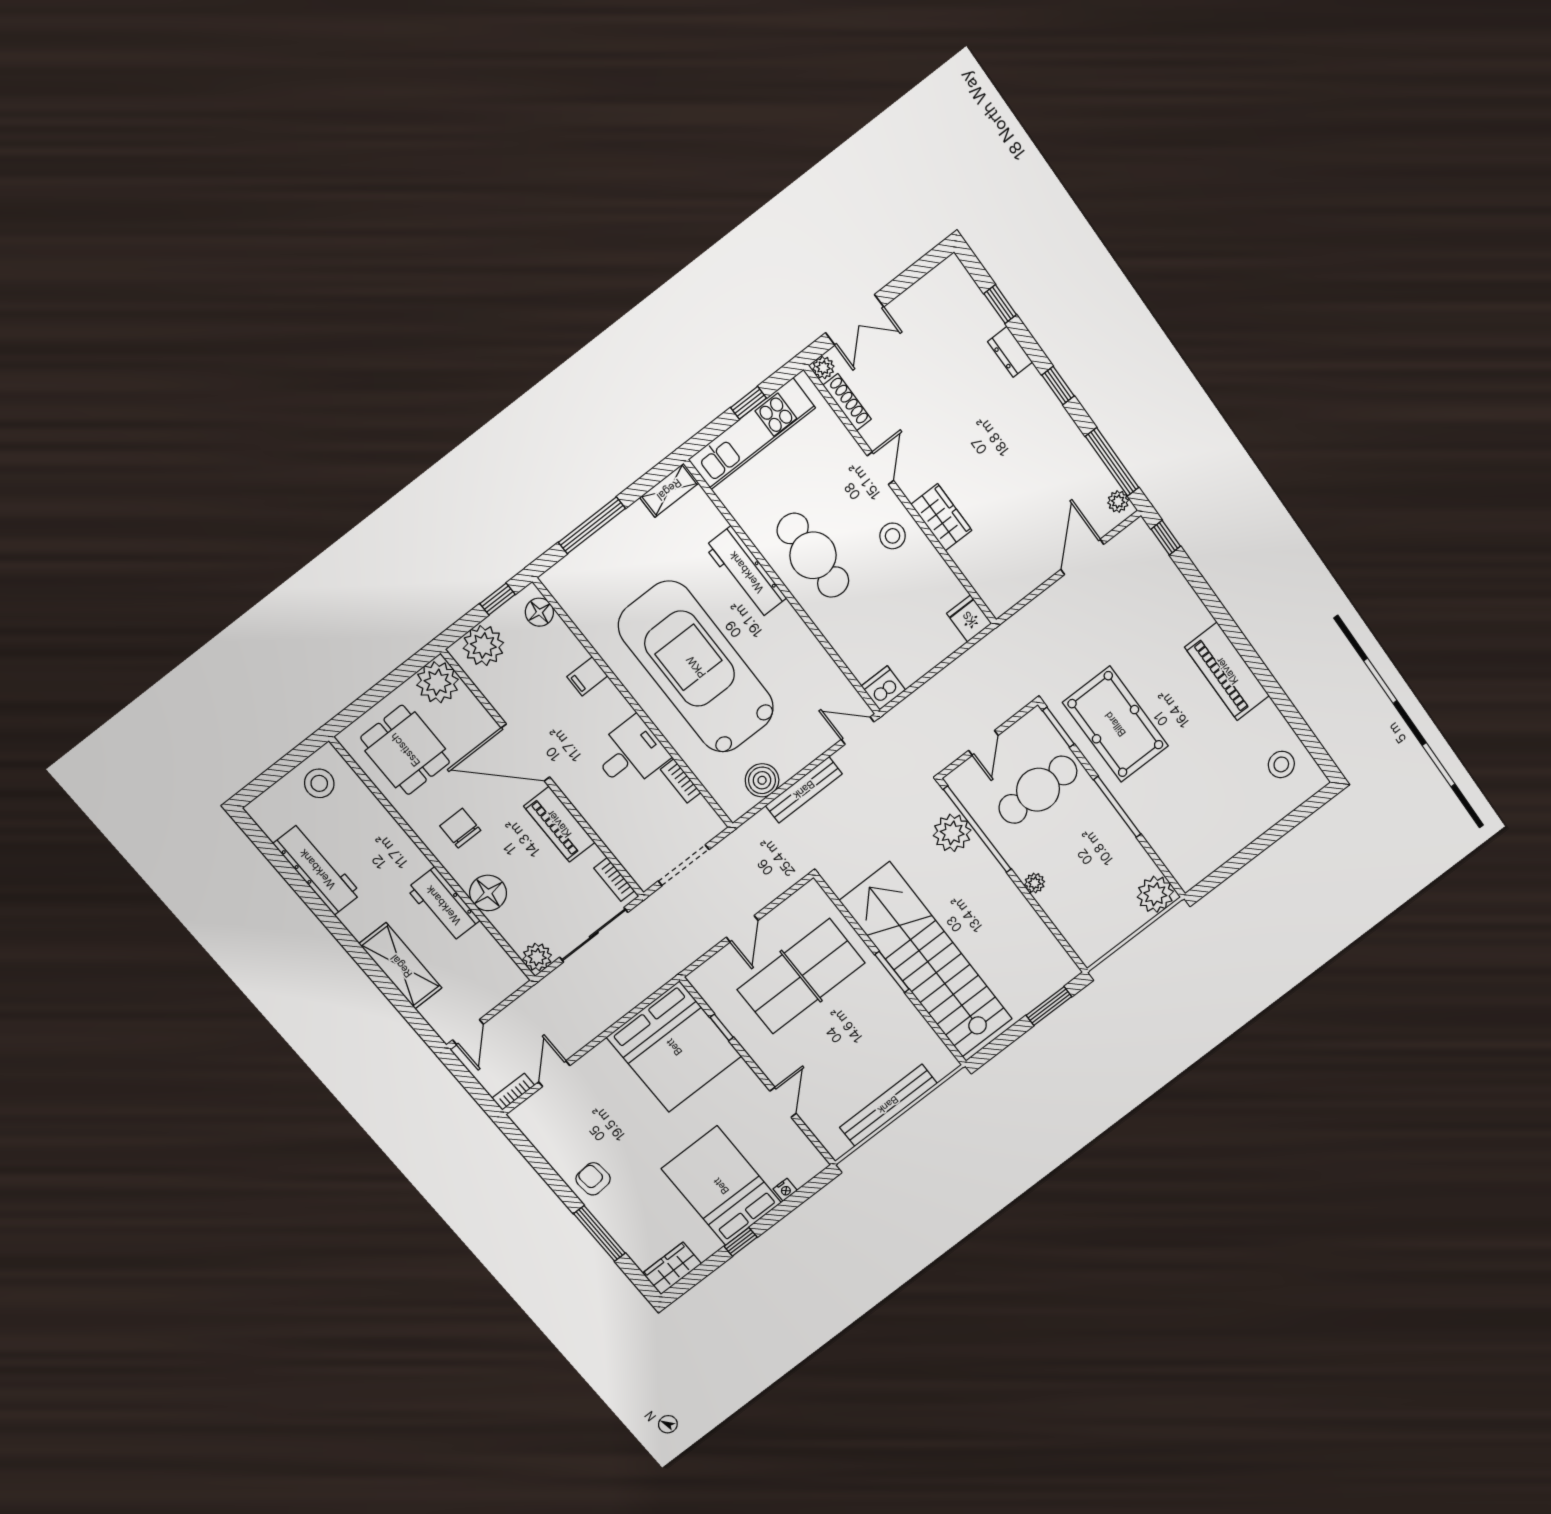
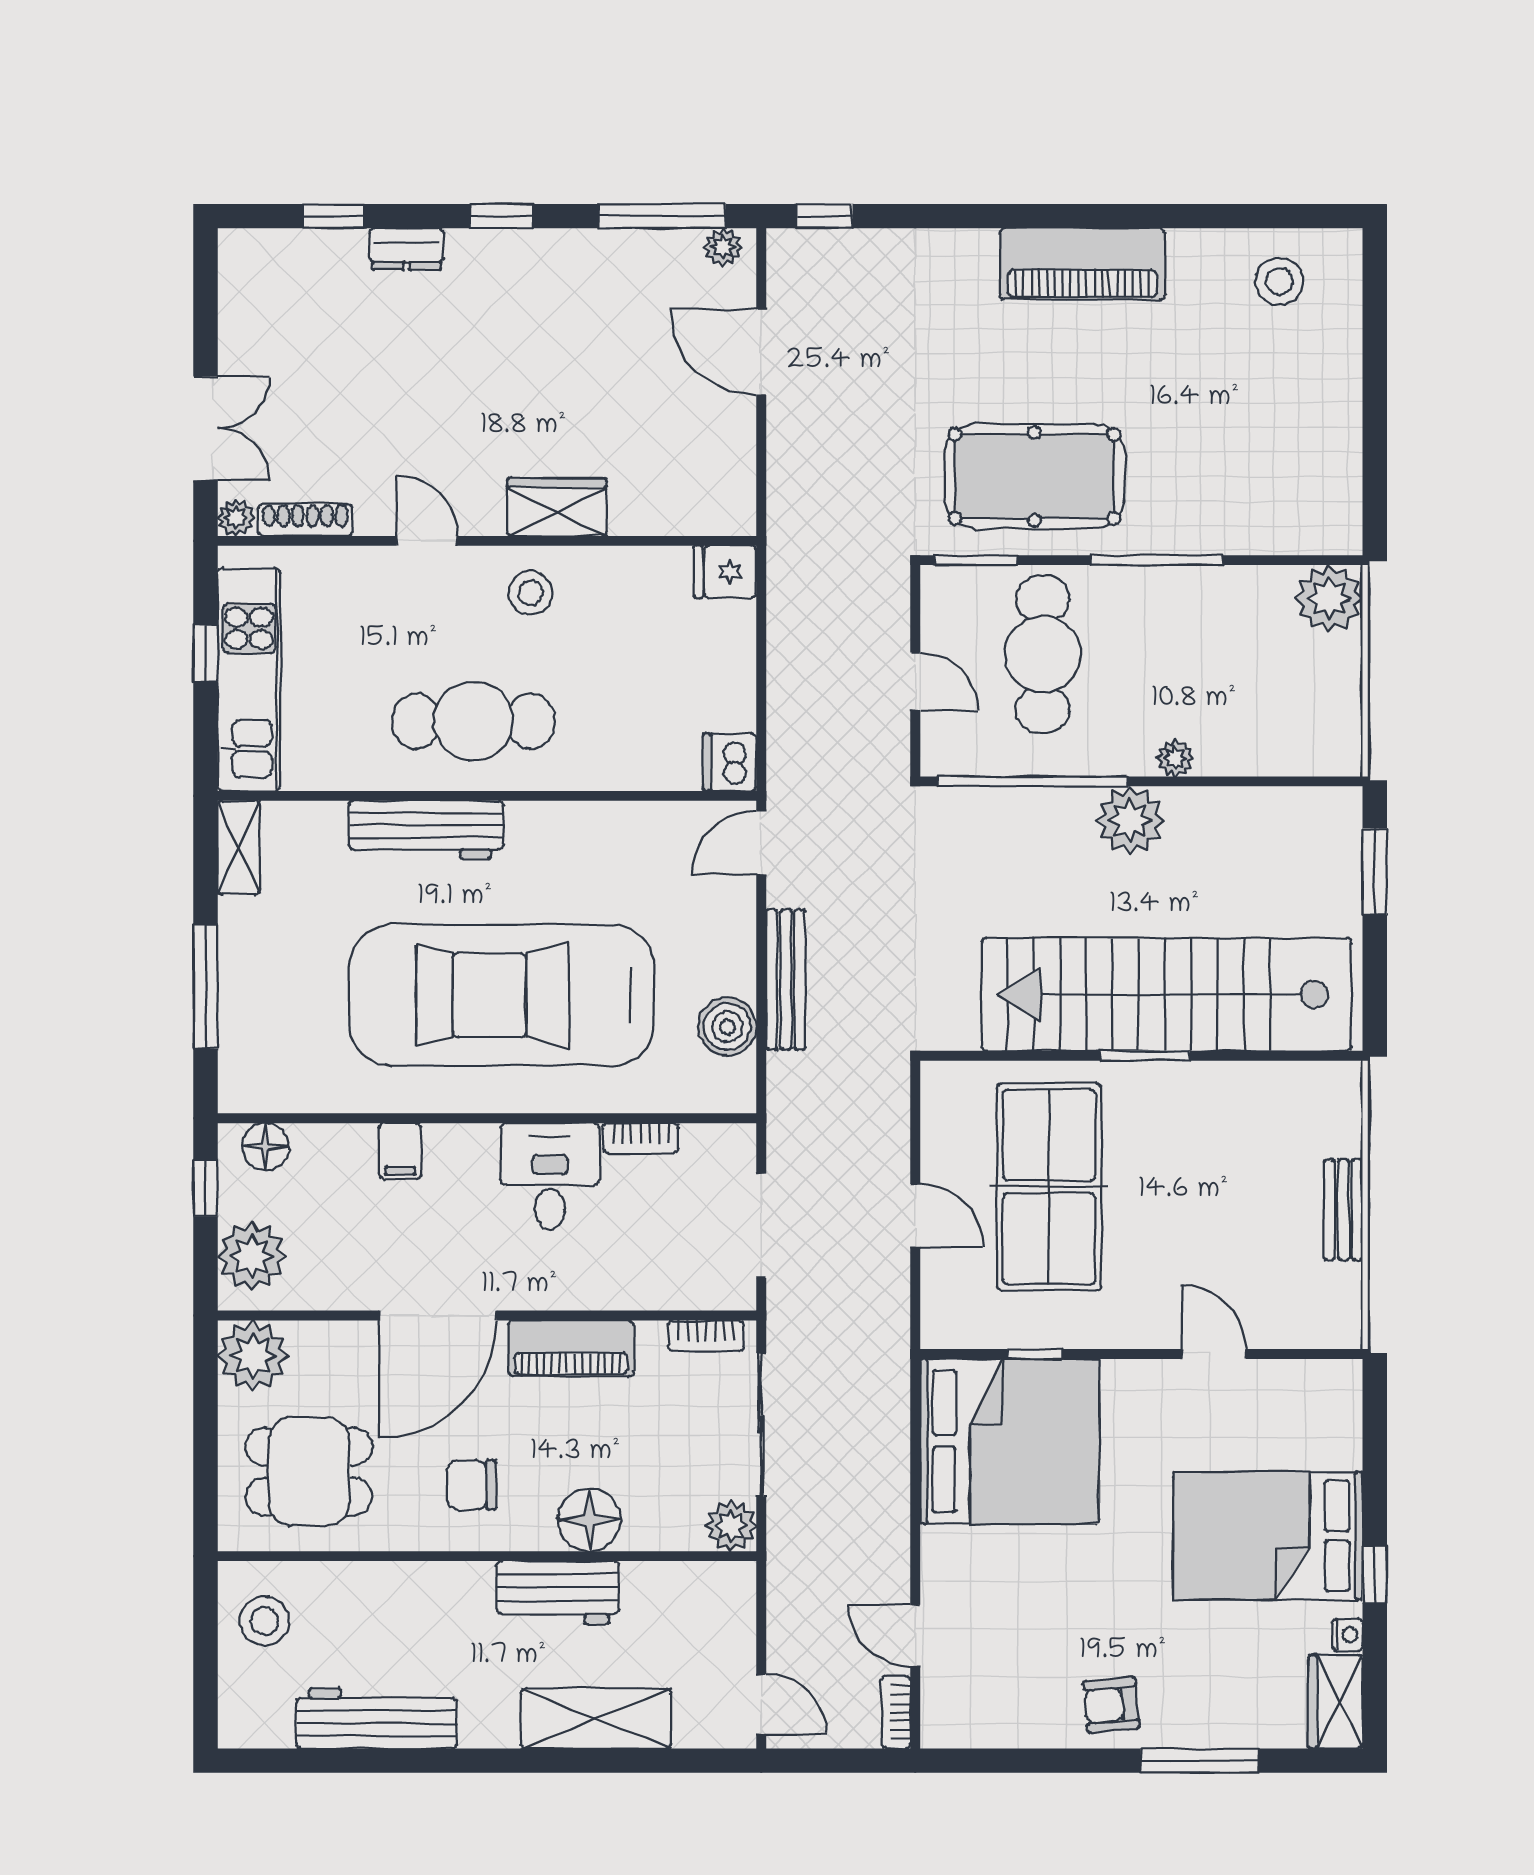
plant: (952, 833) -> (1130, 820), moved
bench: (888, 1105) -> (1343, 1210), width x0.54, depth x0.82
nightstand: (785, 1190) -> (1347, 1635), moved

